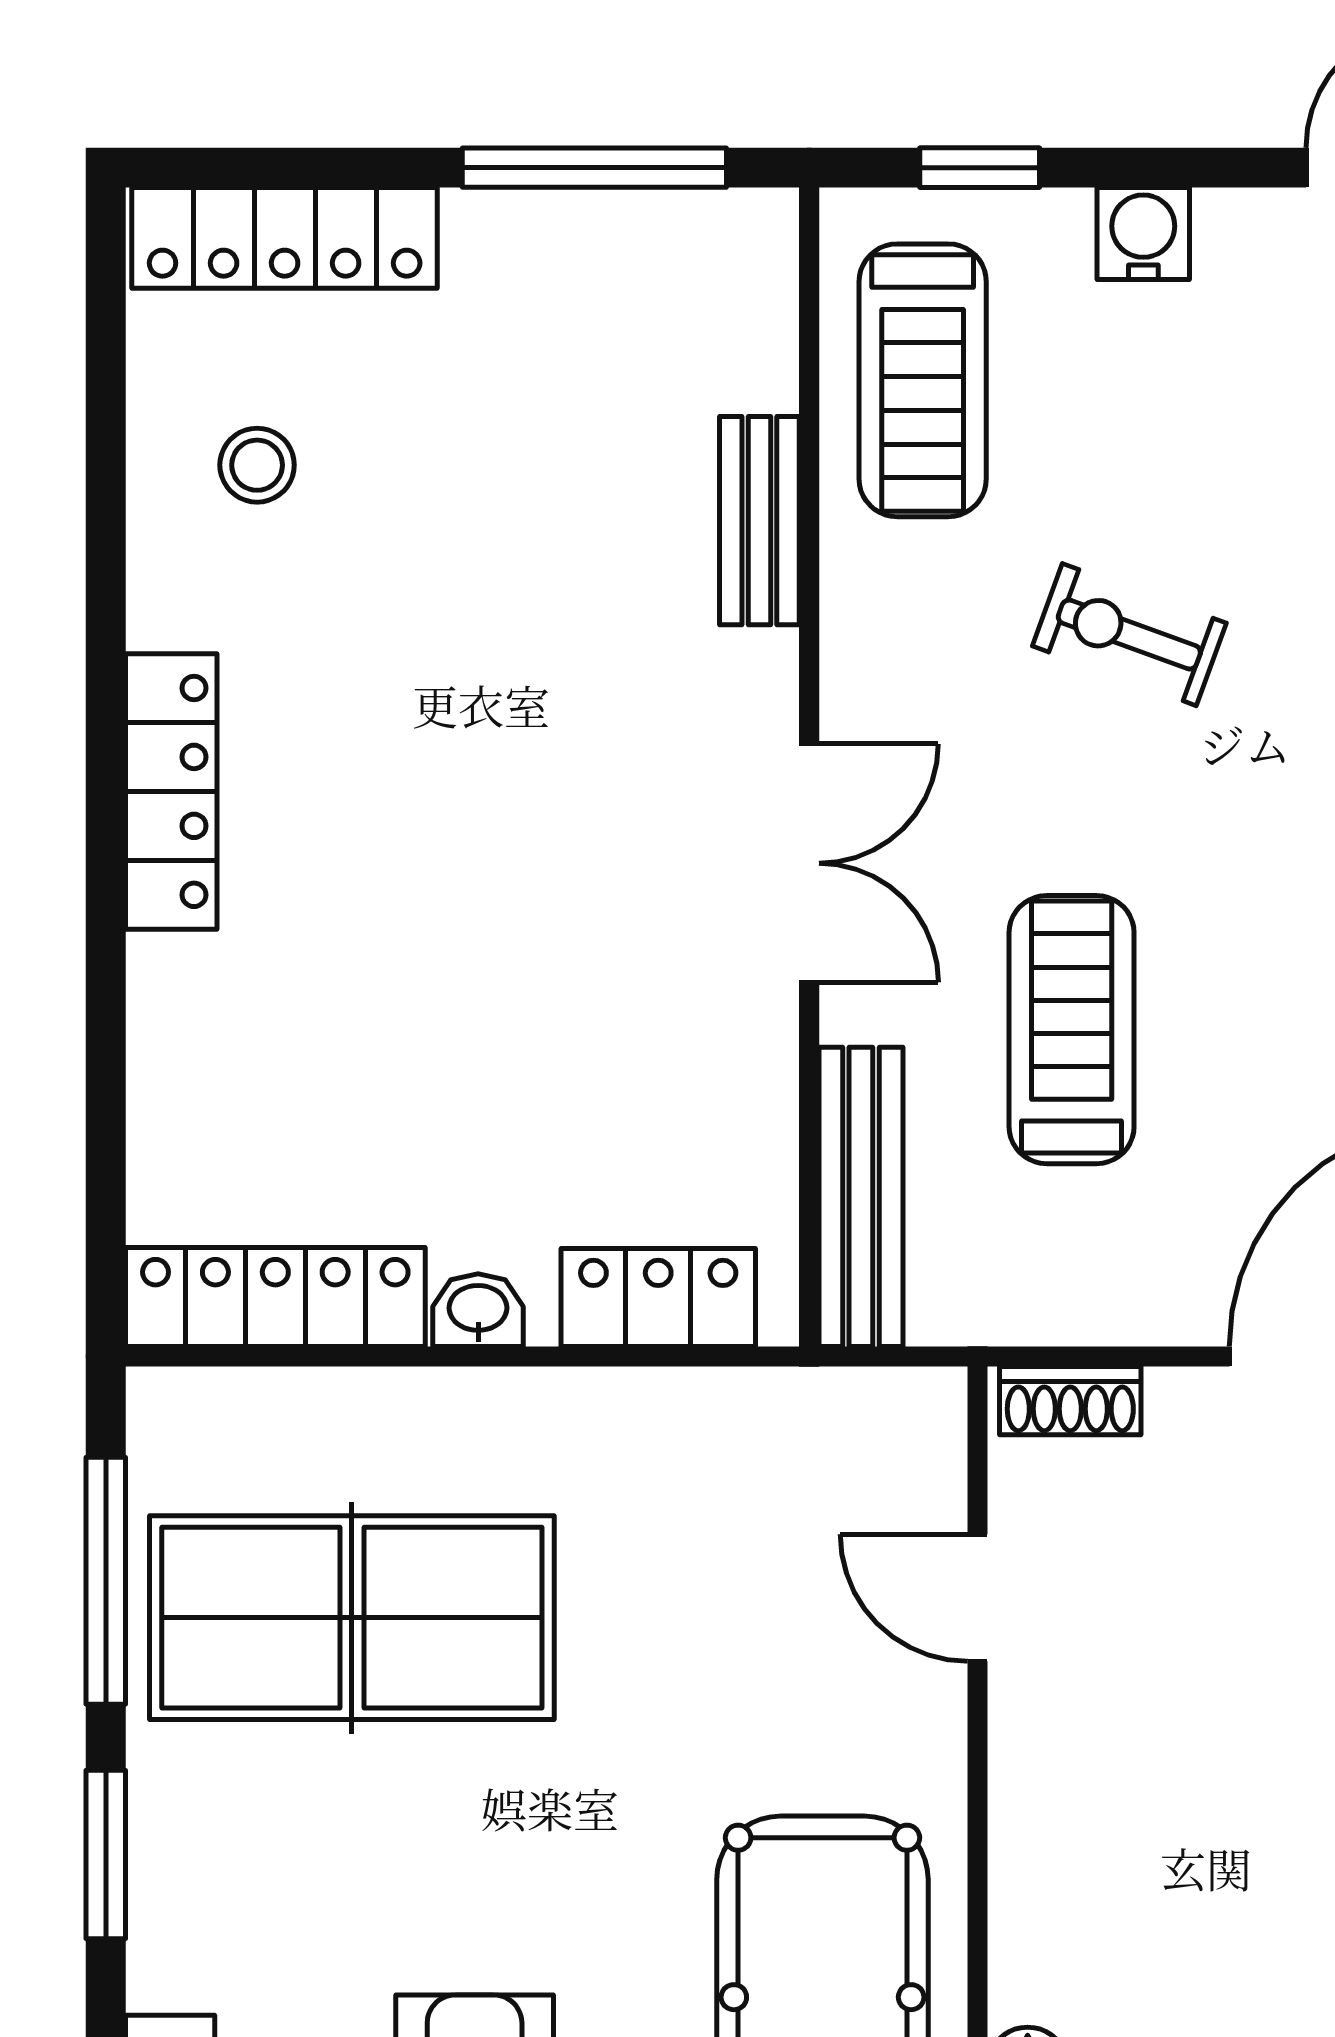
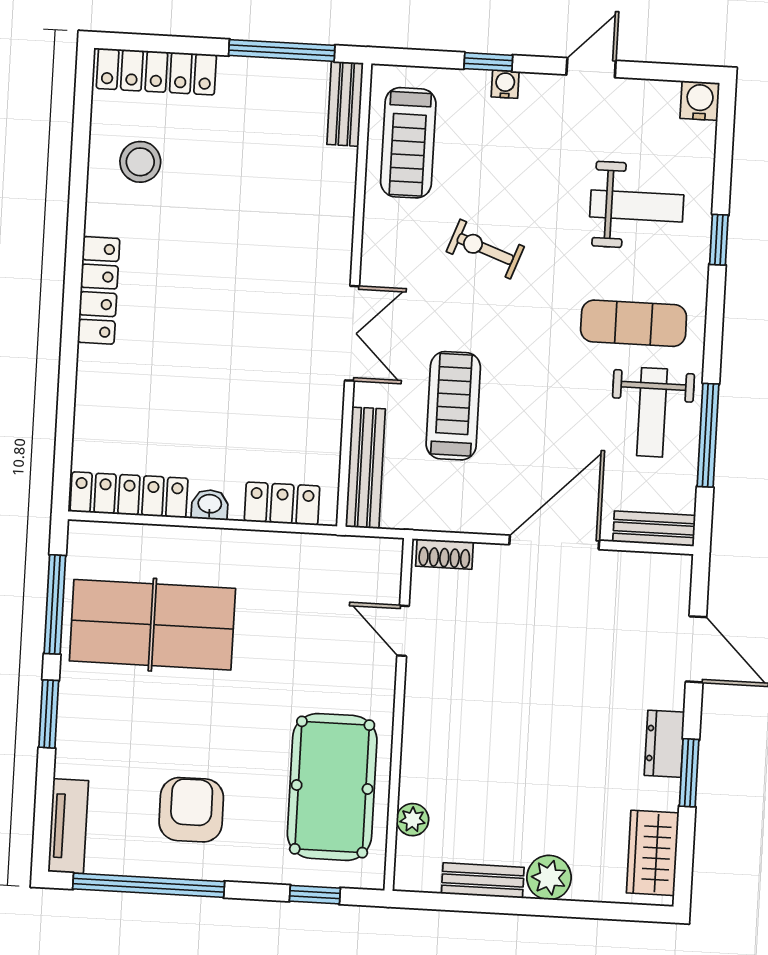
window: (980, 168) -> (488, 62), moved
water cooler: (1143, 234) -> (505, 84), width x0.72, depth x0.72
stool: (257, 465) -> (140, 162), width x1.37, depth x1.37
bench: (759, 521) -> (345, 104), moved

